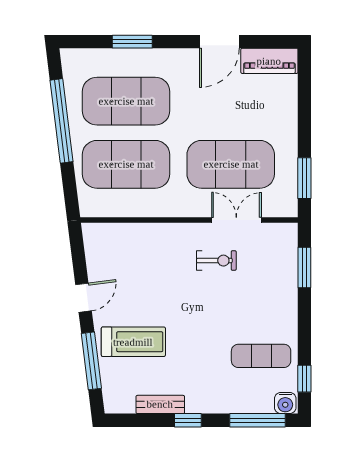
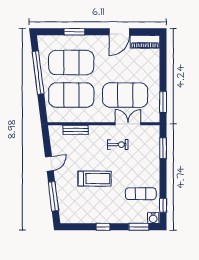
treadmill: (133, 342) -> (95, 179), moved
bench: (160, 404) -> (76, 130), moved
window: (258, 420) -> (139, 227), width x0.69

